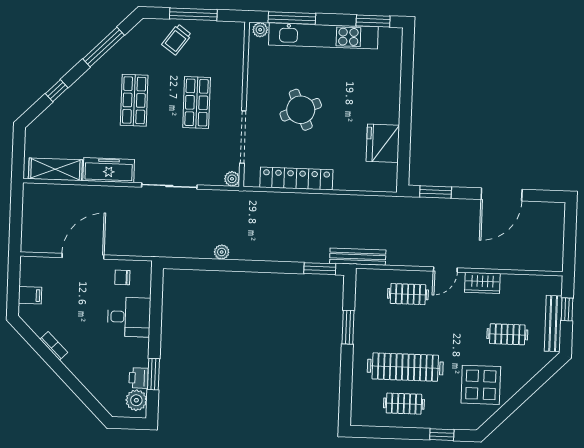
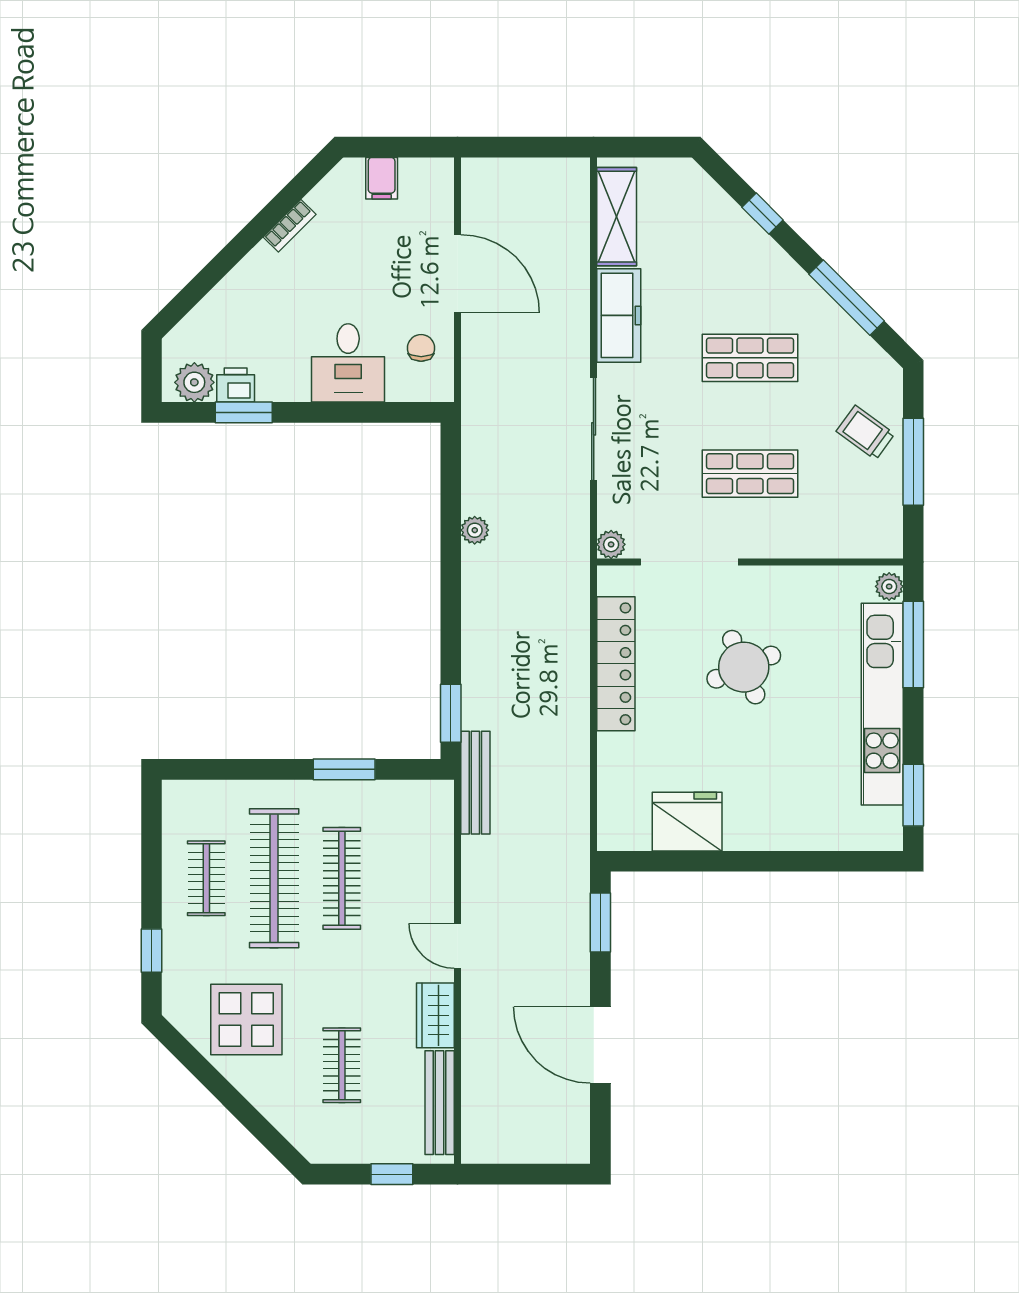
clothes rail: (408, 294) -> (342, 878), moved, width x1.36
bench: (553, 324) -> (440, 1103), moved, turned 90

